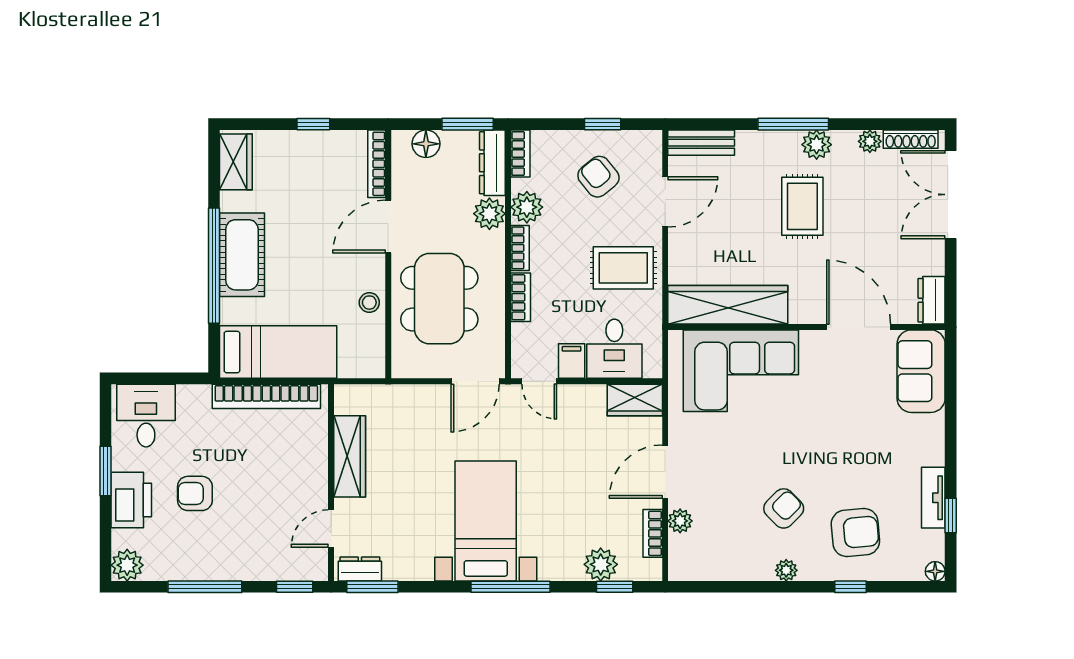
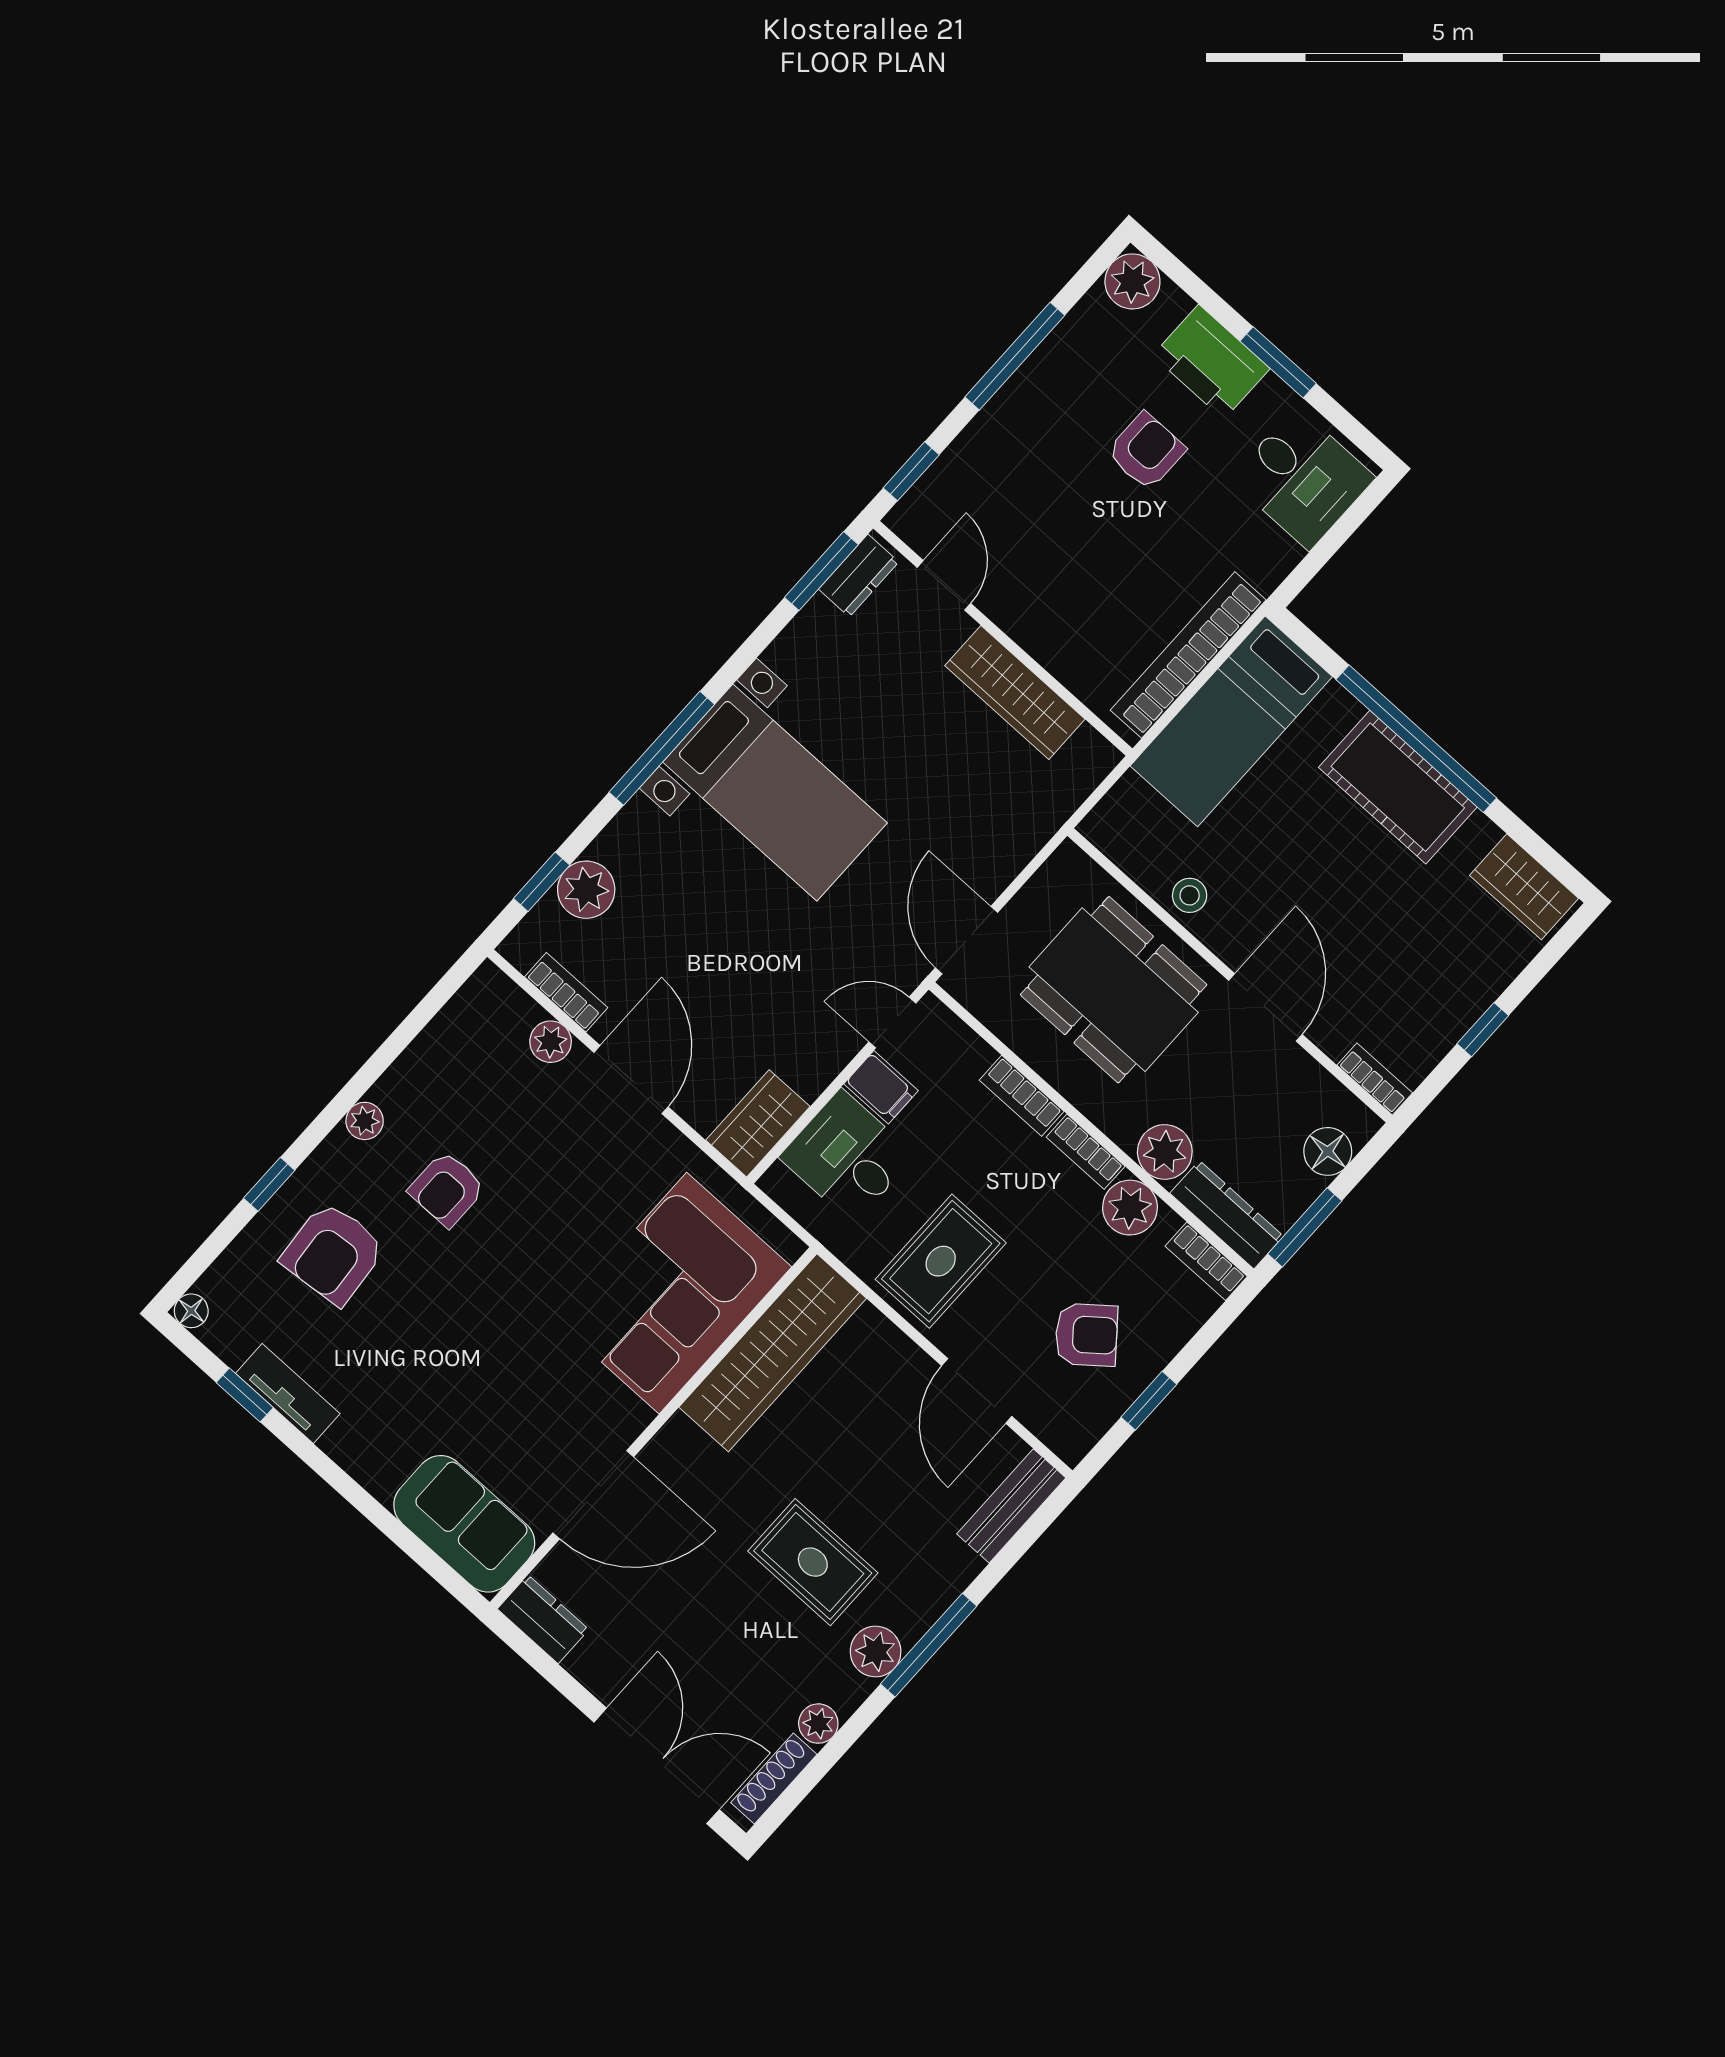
bookcase: (377, 164) -> (1375, 1079), width x0.64
armchair: (784, 508) -> (447, 1189), turned 45

